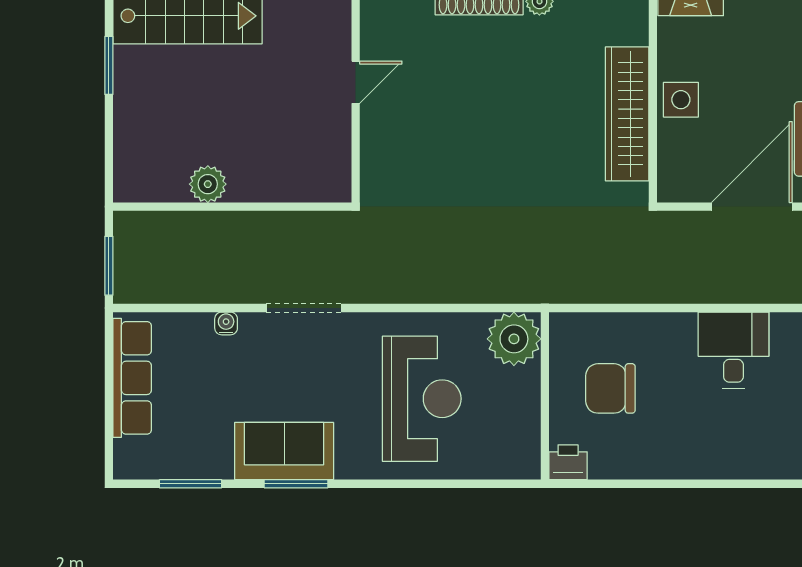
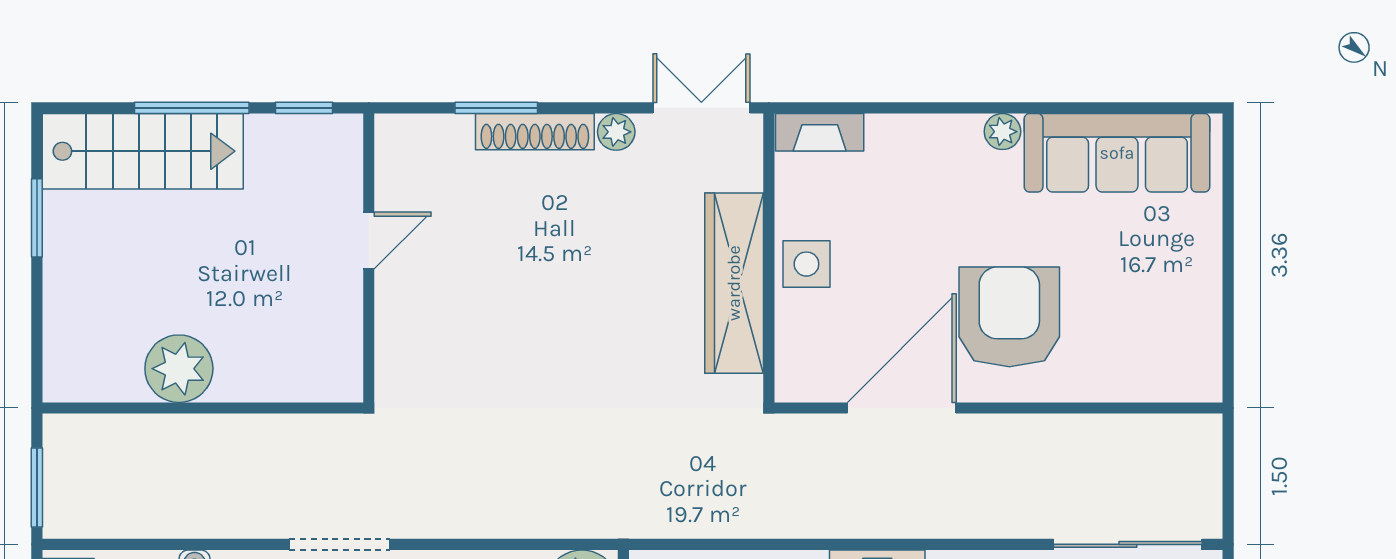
plant: (208, 184) -> (179, 369), width x1.36, depth x1.36
doorway: (304, 308) -> (340, 544), moved

